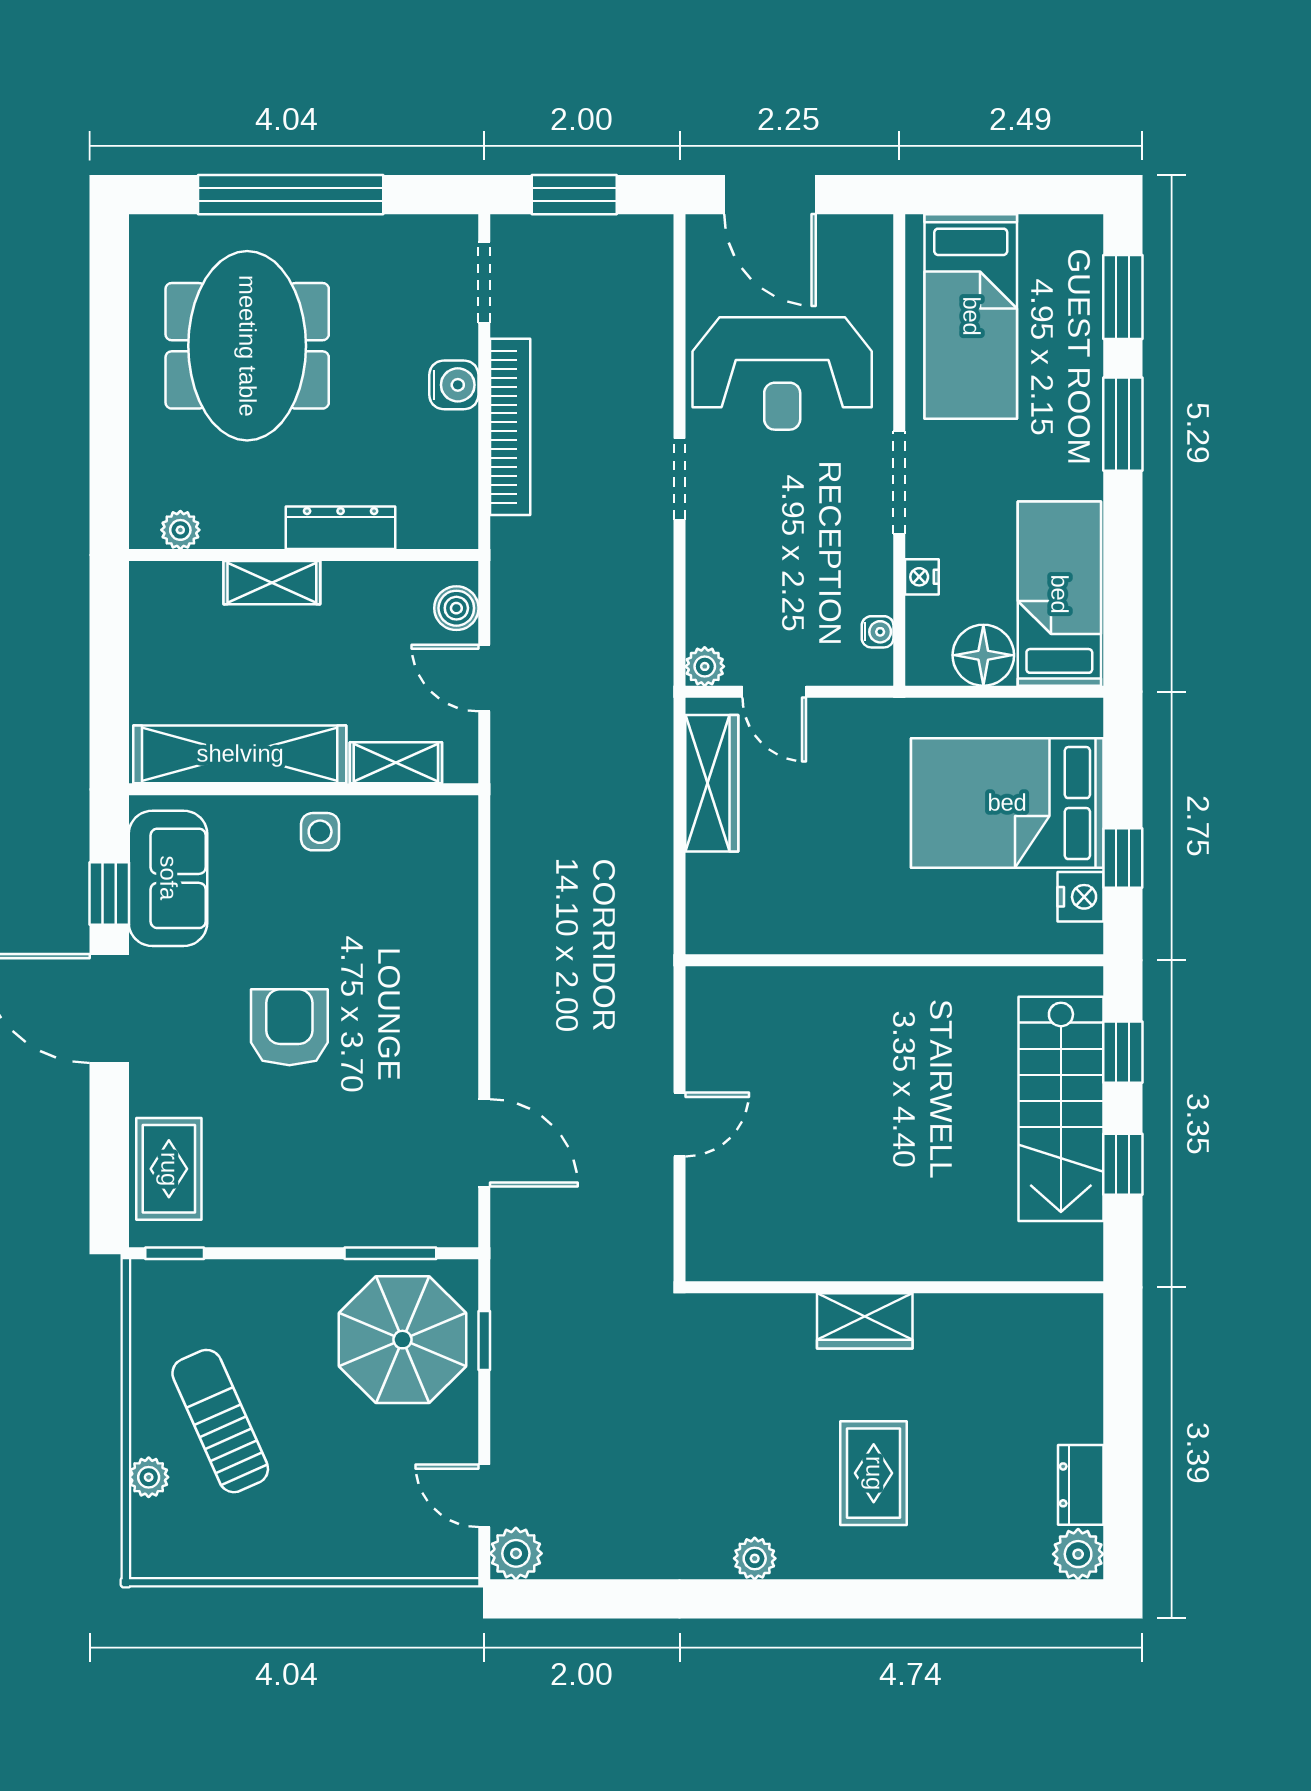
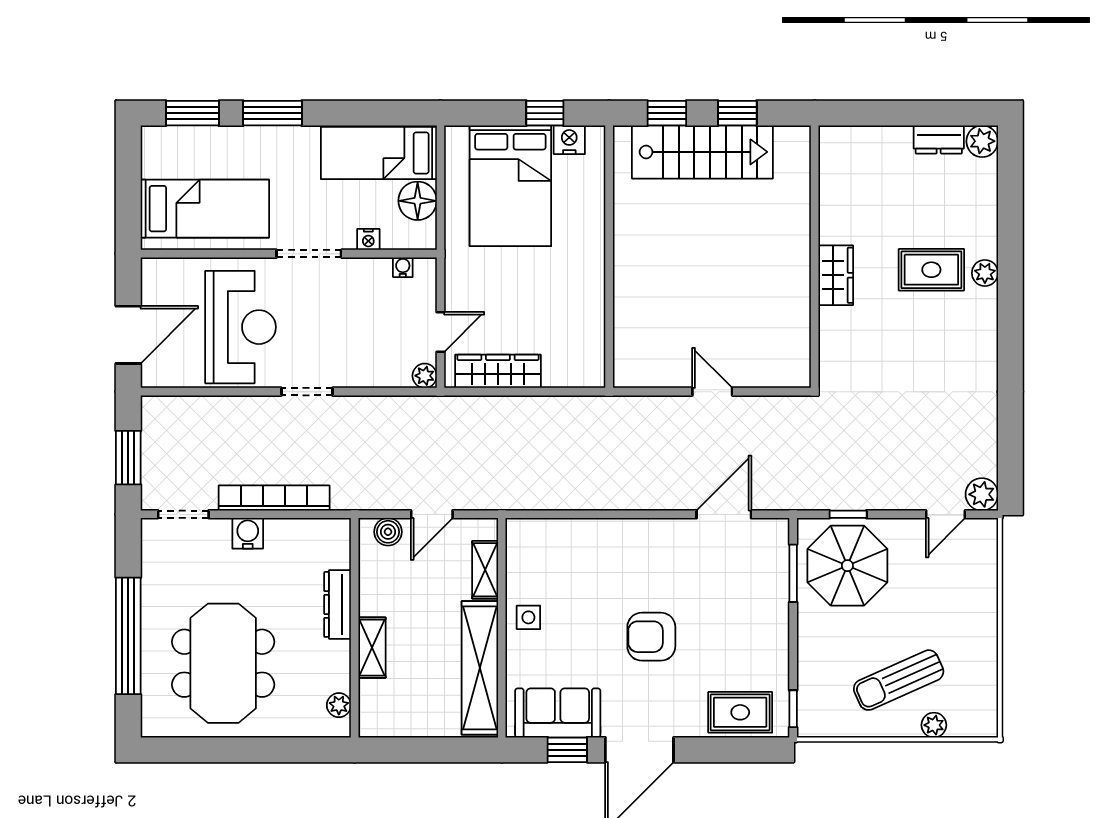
meeting table: (247, 346) -> (223, 663), turned 90
plant: (755, 1558) -> (985, 273), moved

